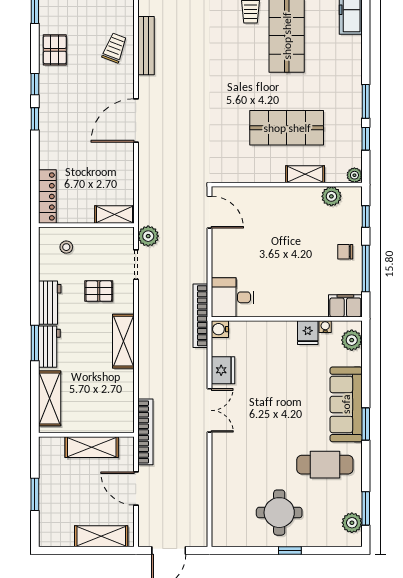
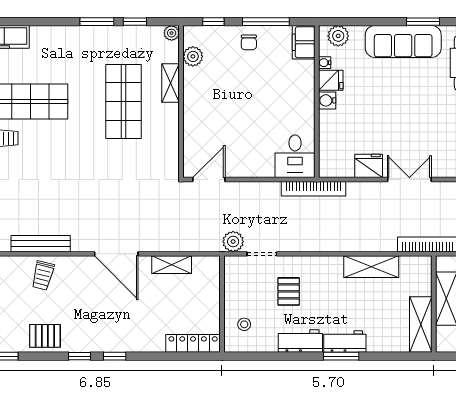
trolley: (115, 48) -> (43, 275), turned -97
shelving: (114, 214) -> (172, 265), moved, turned 90
water cooler: (220, 329) -> (327, 100), moved, turned 90
shelving: (123, 341) -> (371, 267), moved
shelving: (50, 398) -> (421, 325), moved, turned 90

